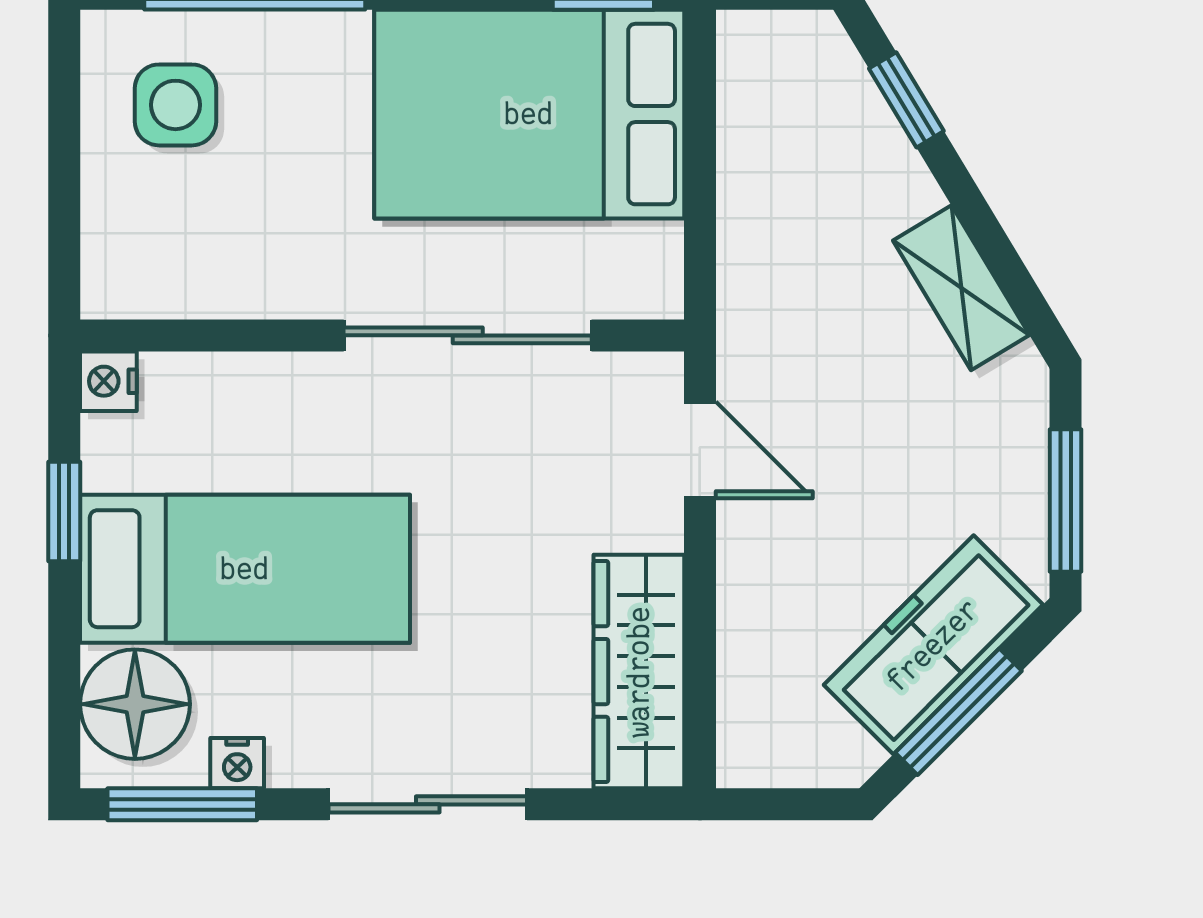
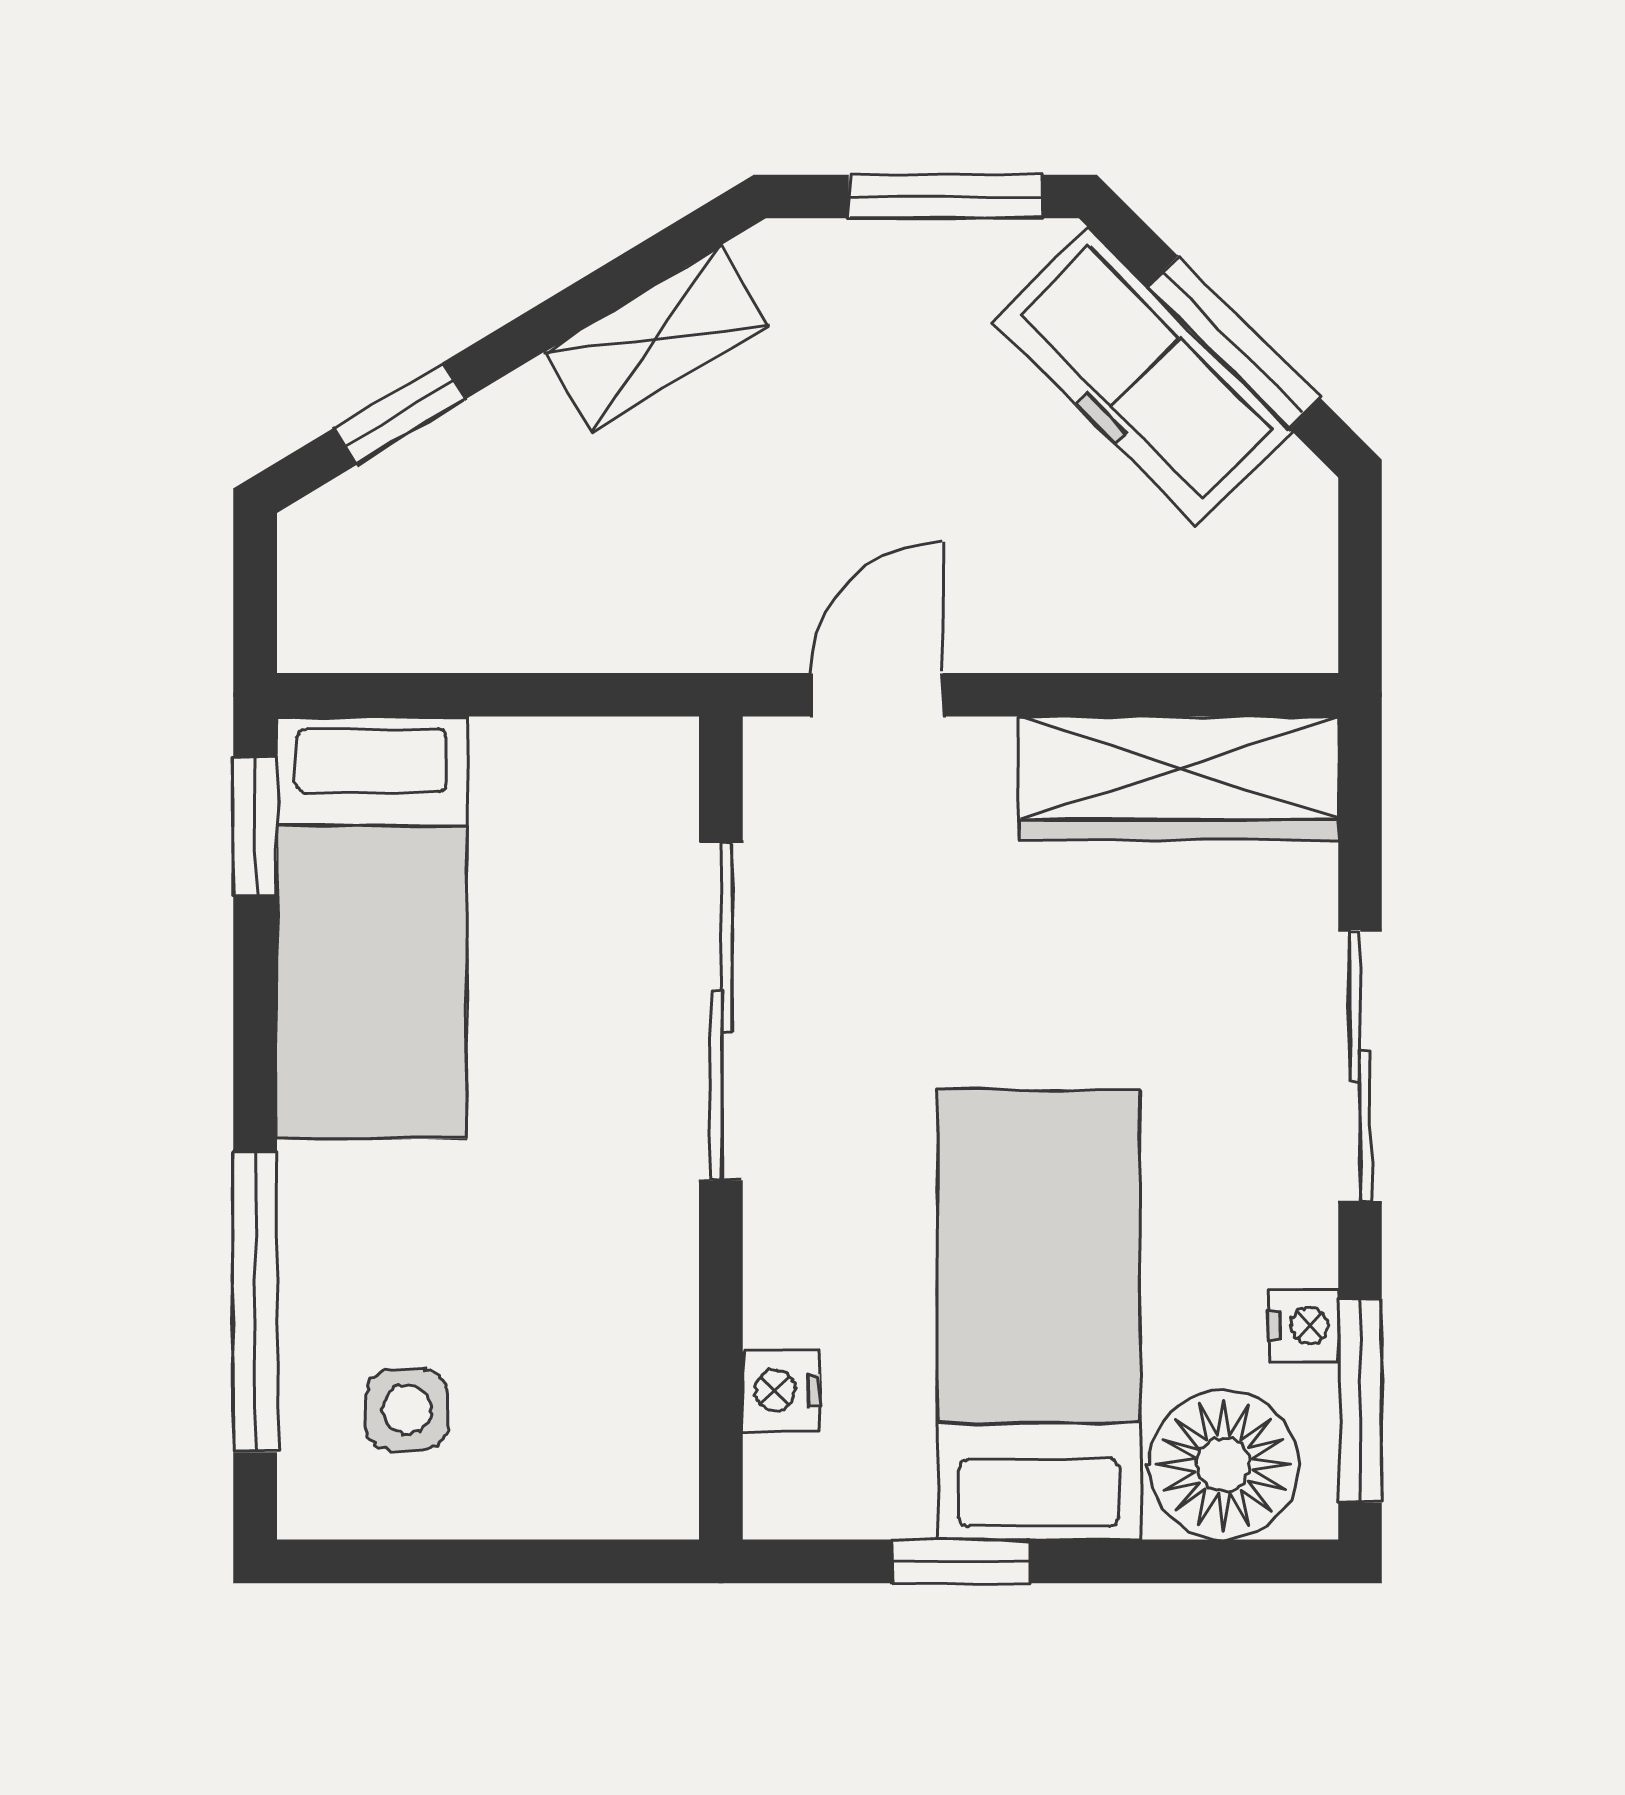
side table: (175, 105) -> (407, 1410), width x0.73, depth x0.73
bed: (529, 114) -> (372, 927), width x0.67
nightstand: (108, 381) -> (781, 1390), moved, turned 90

